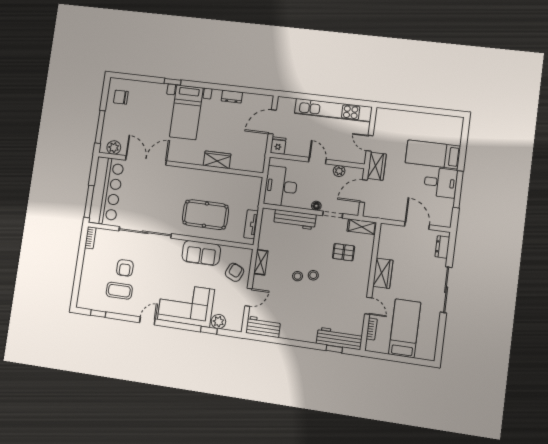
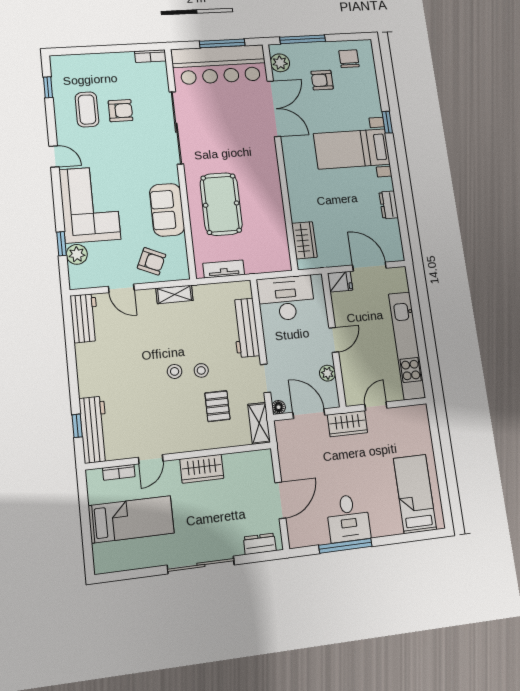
armchair: (132, 121) -> (322, 80), added
bed: (433, 154) -> (415, 494), moved
wardrobe: (217, 160) -> (304, 240), moved
window: (89, 201) -> (222, 43), moved
floor lamp: (316, 206) -> (279, 407), moved
armchair: (125, 268) -> (120, 111), turned 180
stool: (298, 276) -> (201, 370), moved

